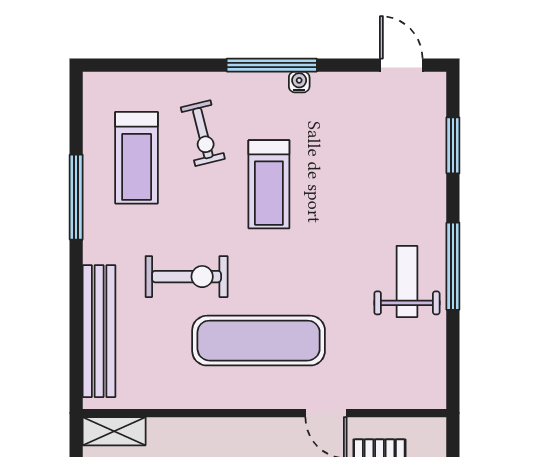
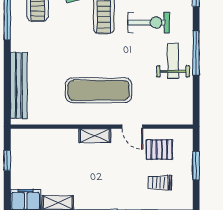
exercise bike: (187, 277) -> (149, 23), moved
shelving: (114, 431) -> (95, 136), moved

